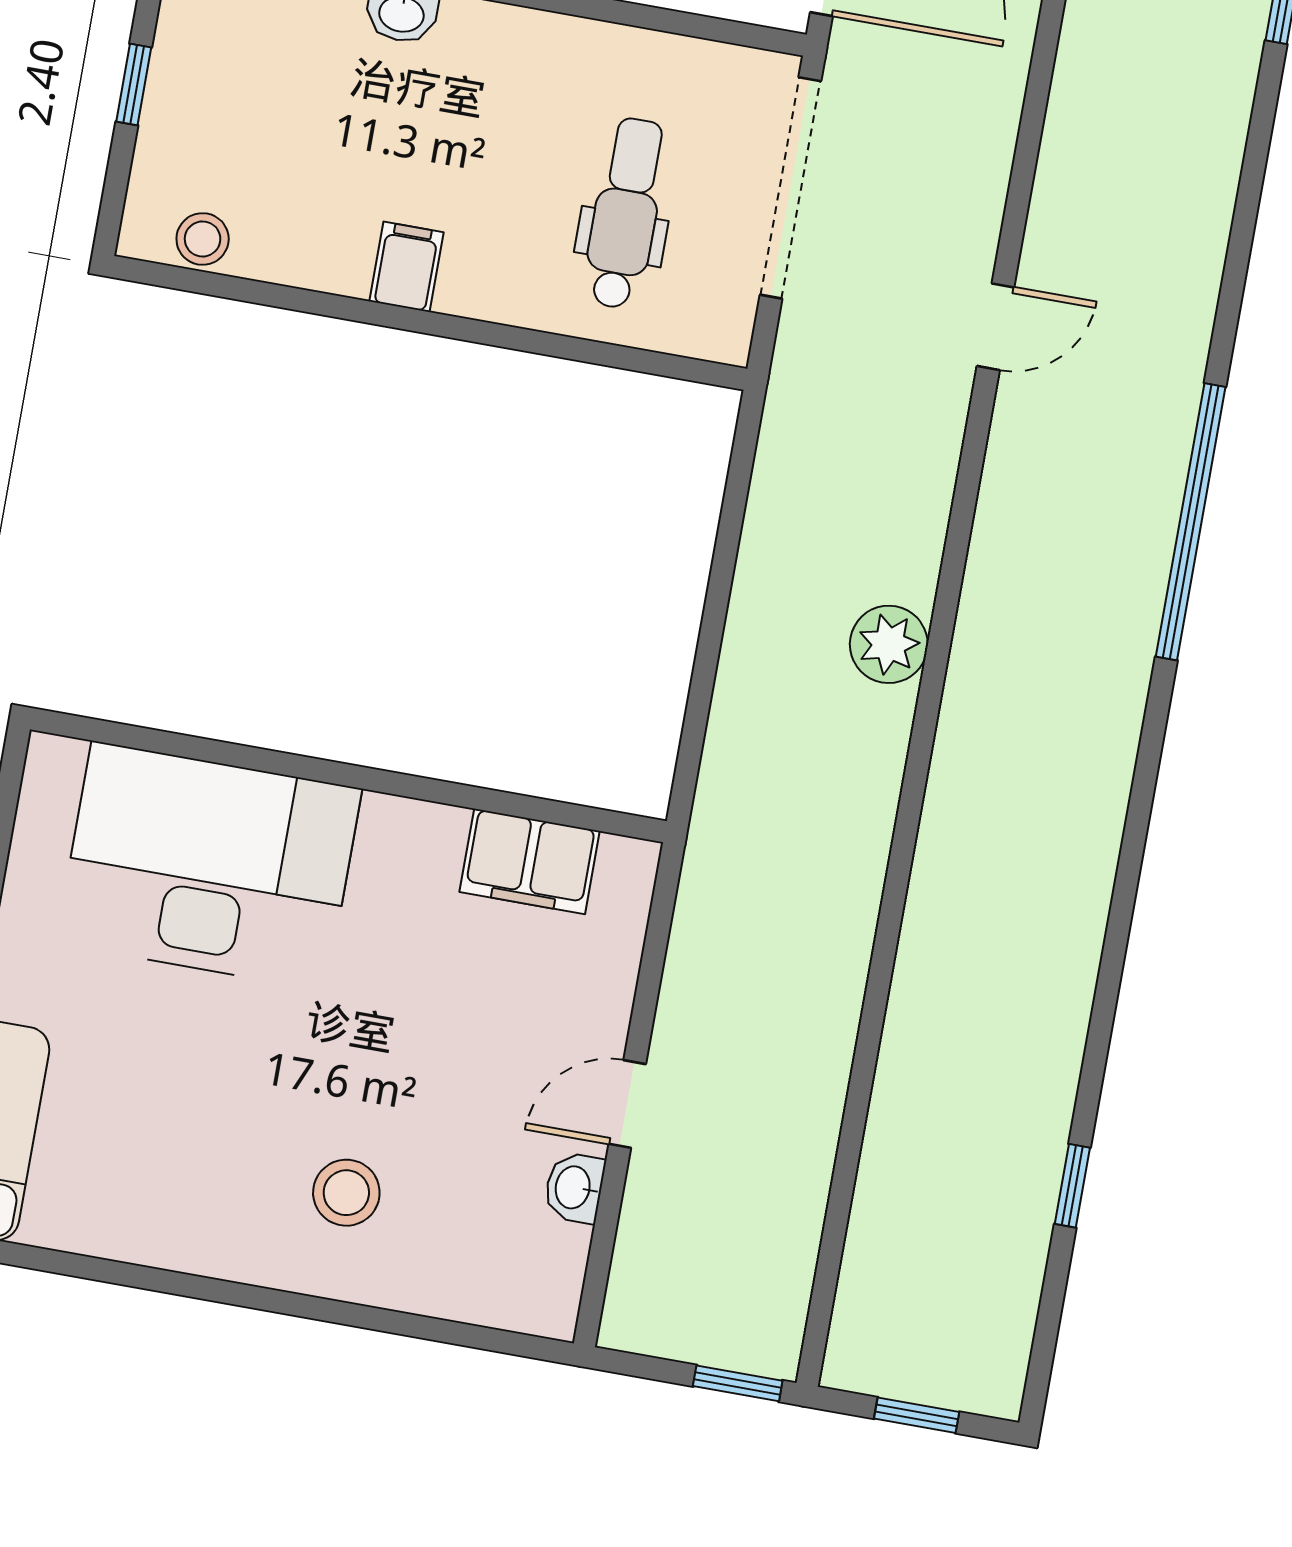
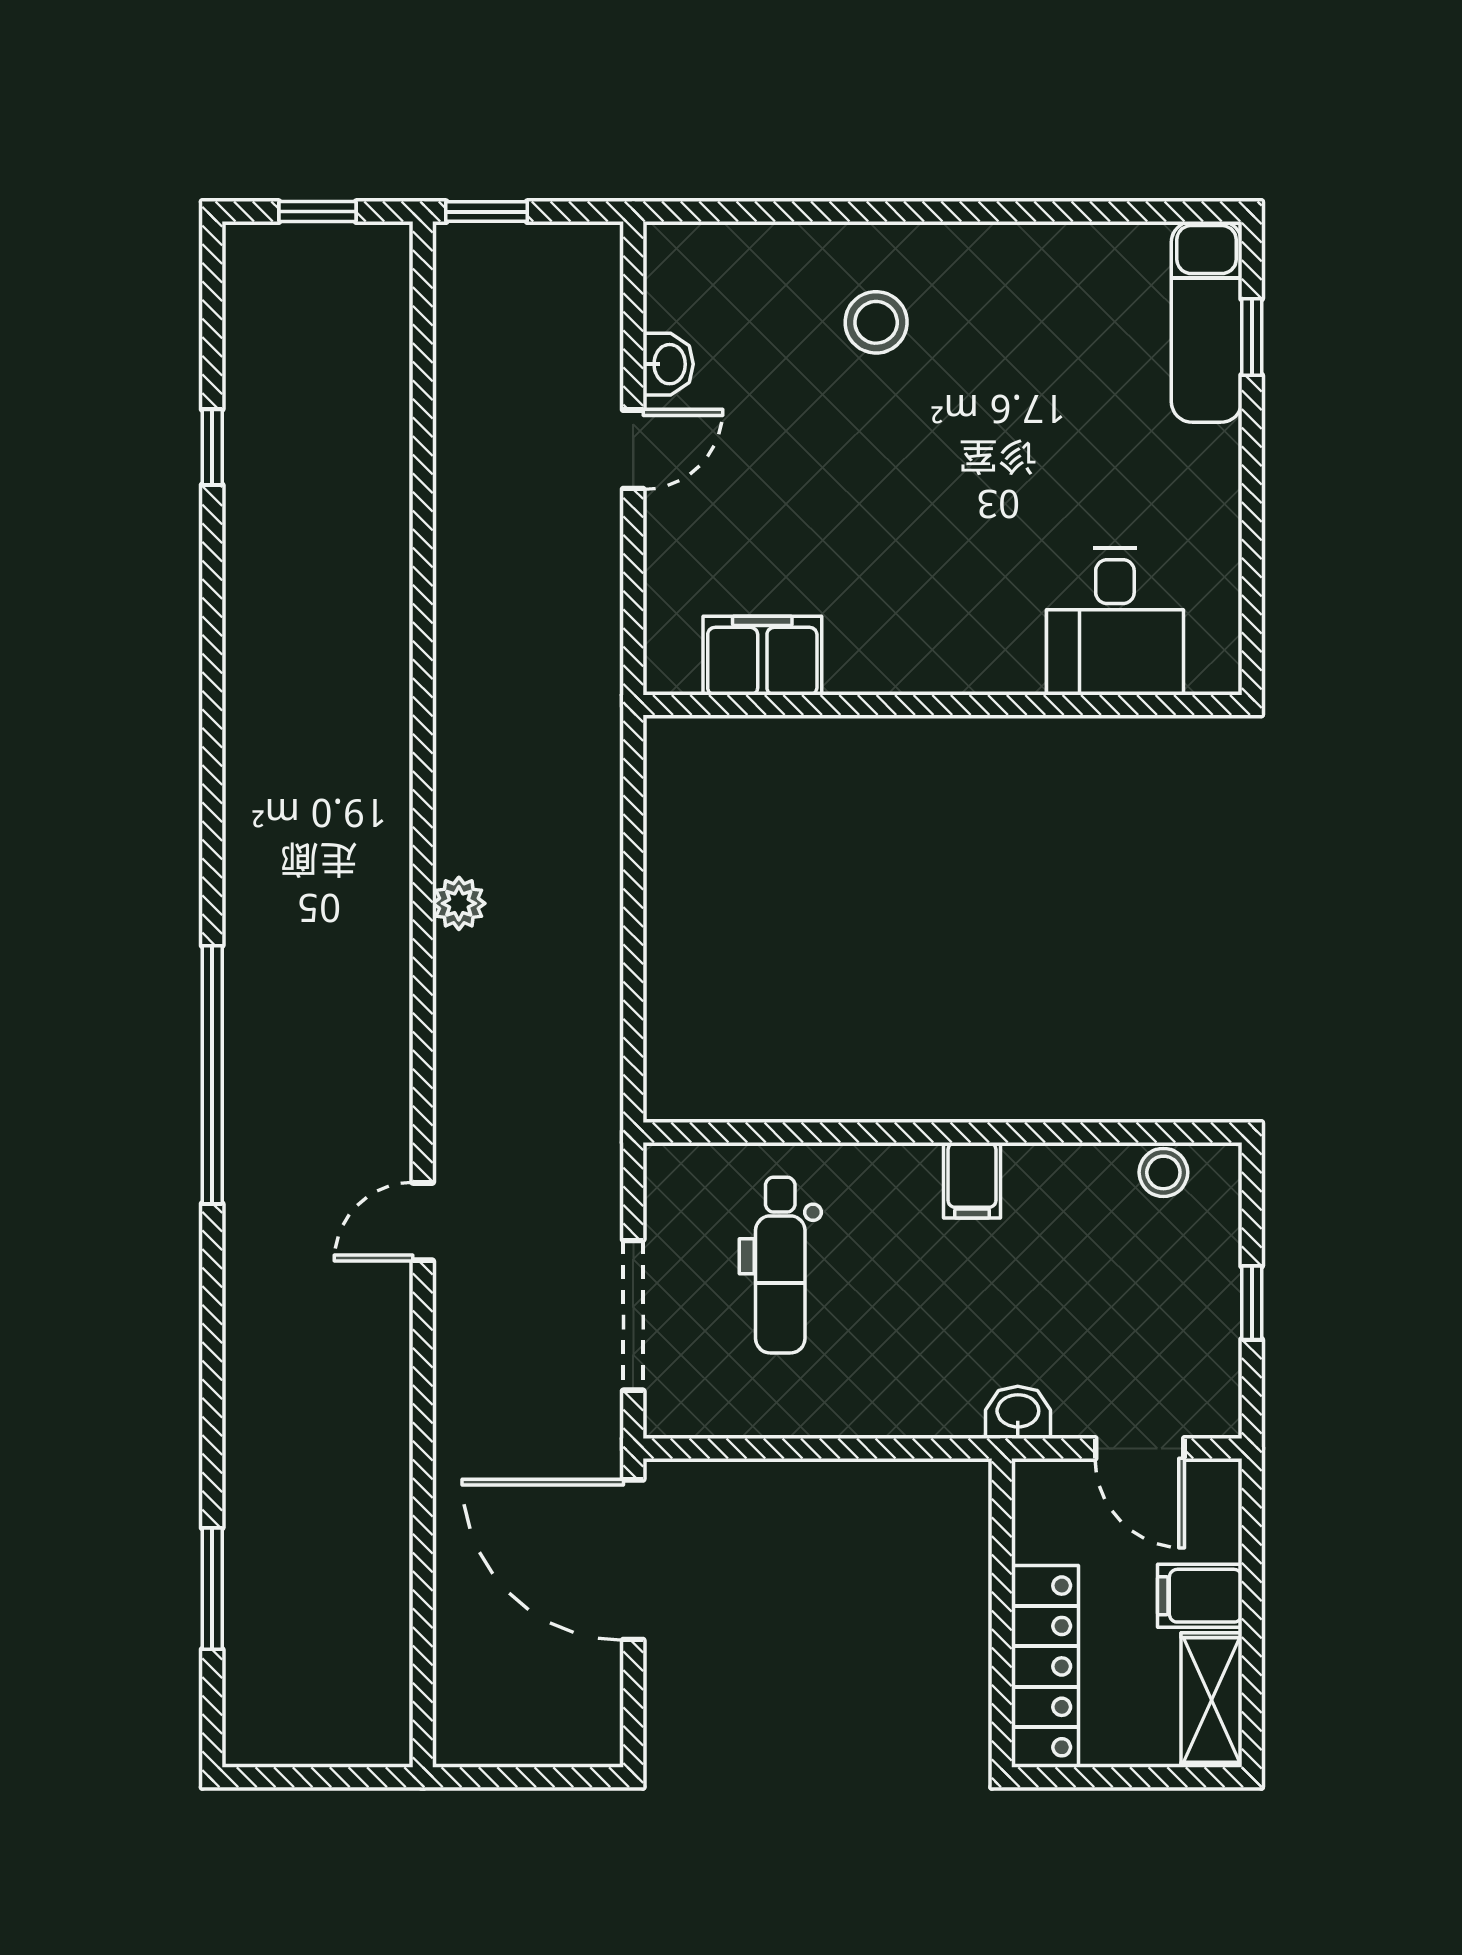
doorway: (790, 188) -> (633, 1315), width x0.73
plant: (889, 644) -> (459, 903), width x0.73, depth x0.73
desk: (209, 866) -> (1115, 621), width x0.53, depth x0.77

